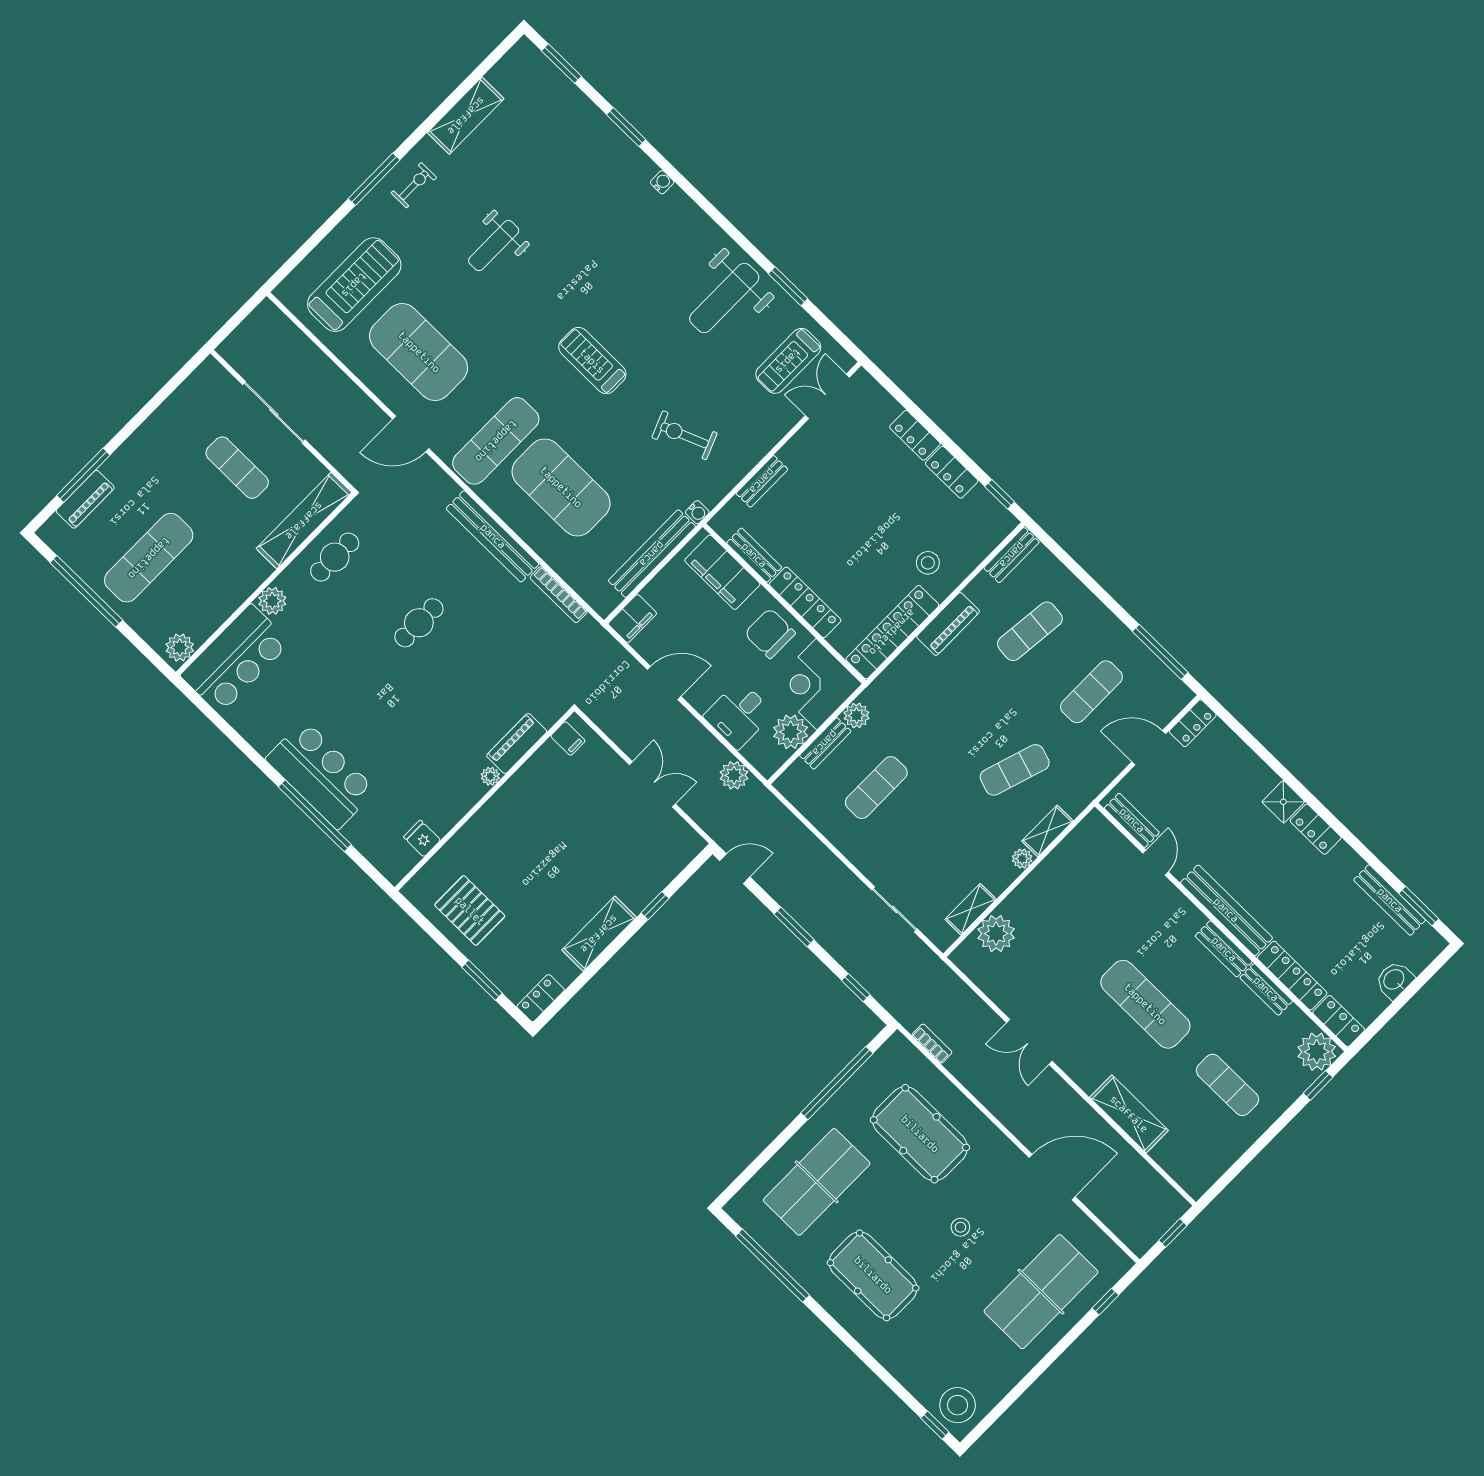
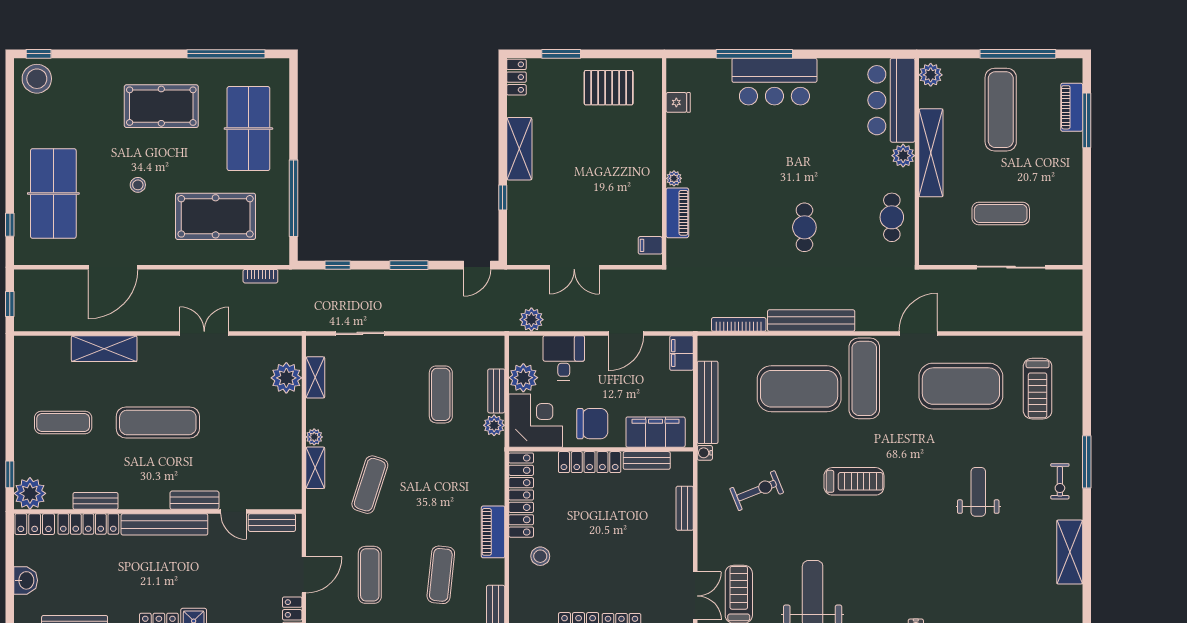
treadmill: (354, 285) -> (1038, 389), width x0.73, depth x0.73
shelving: (304, 521) -> (931, 153), moved
bench: (1224, 949) -> (195, 500), moved

